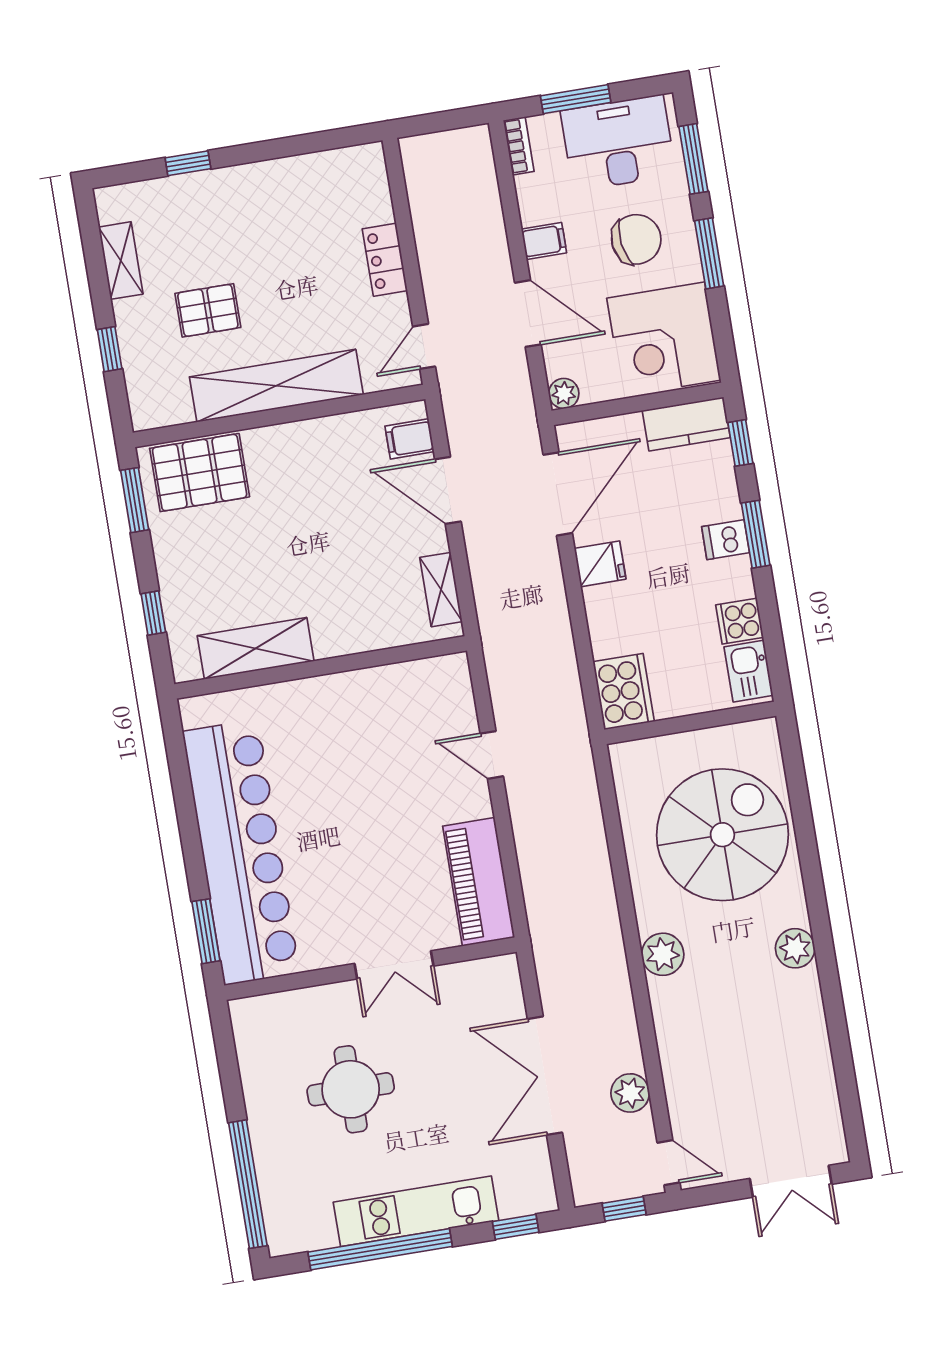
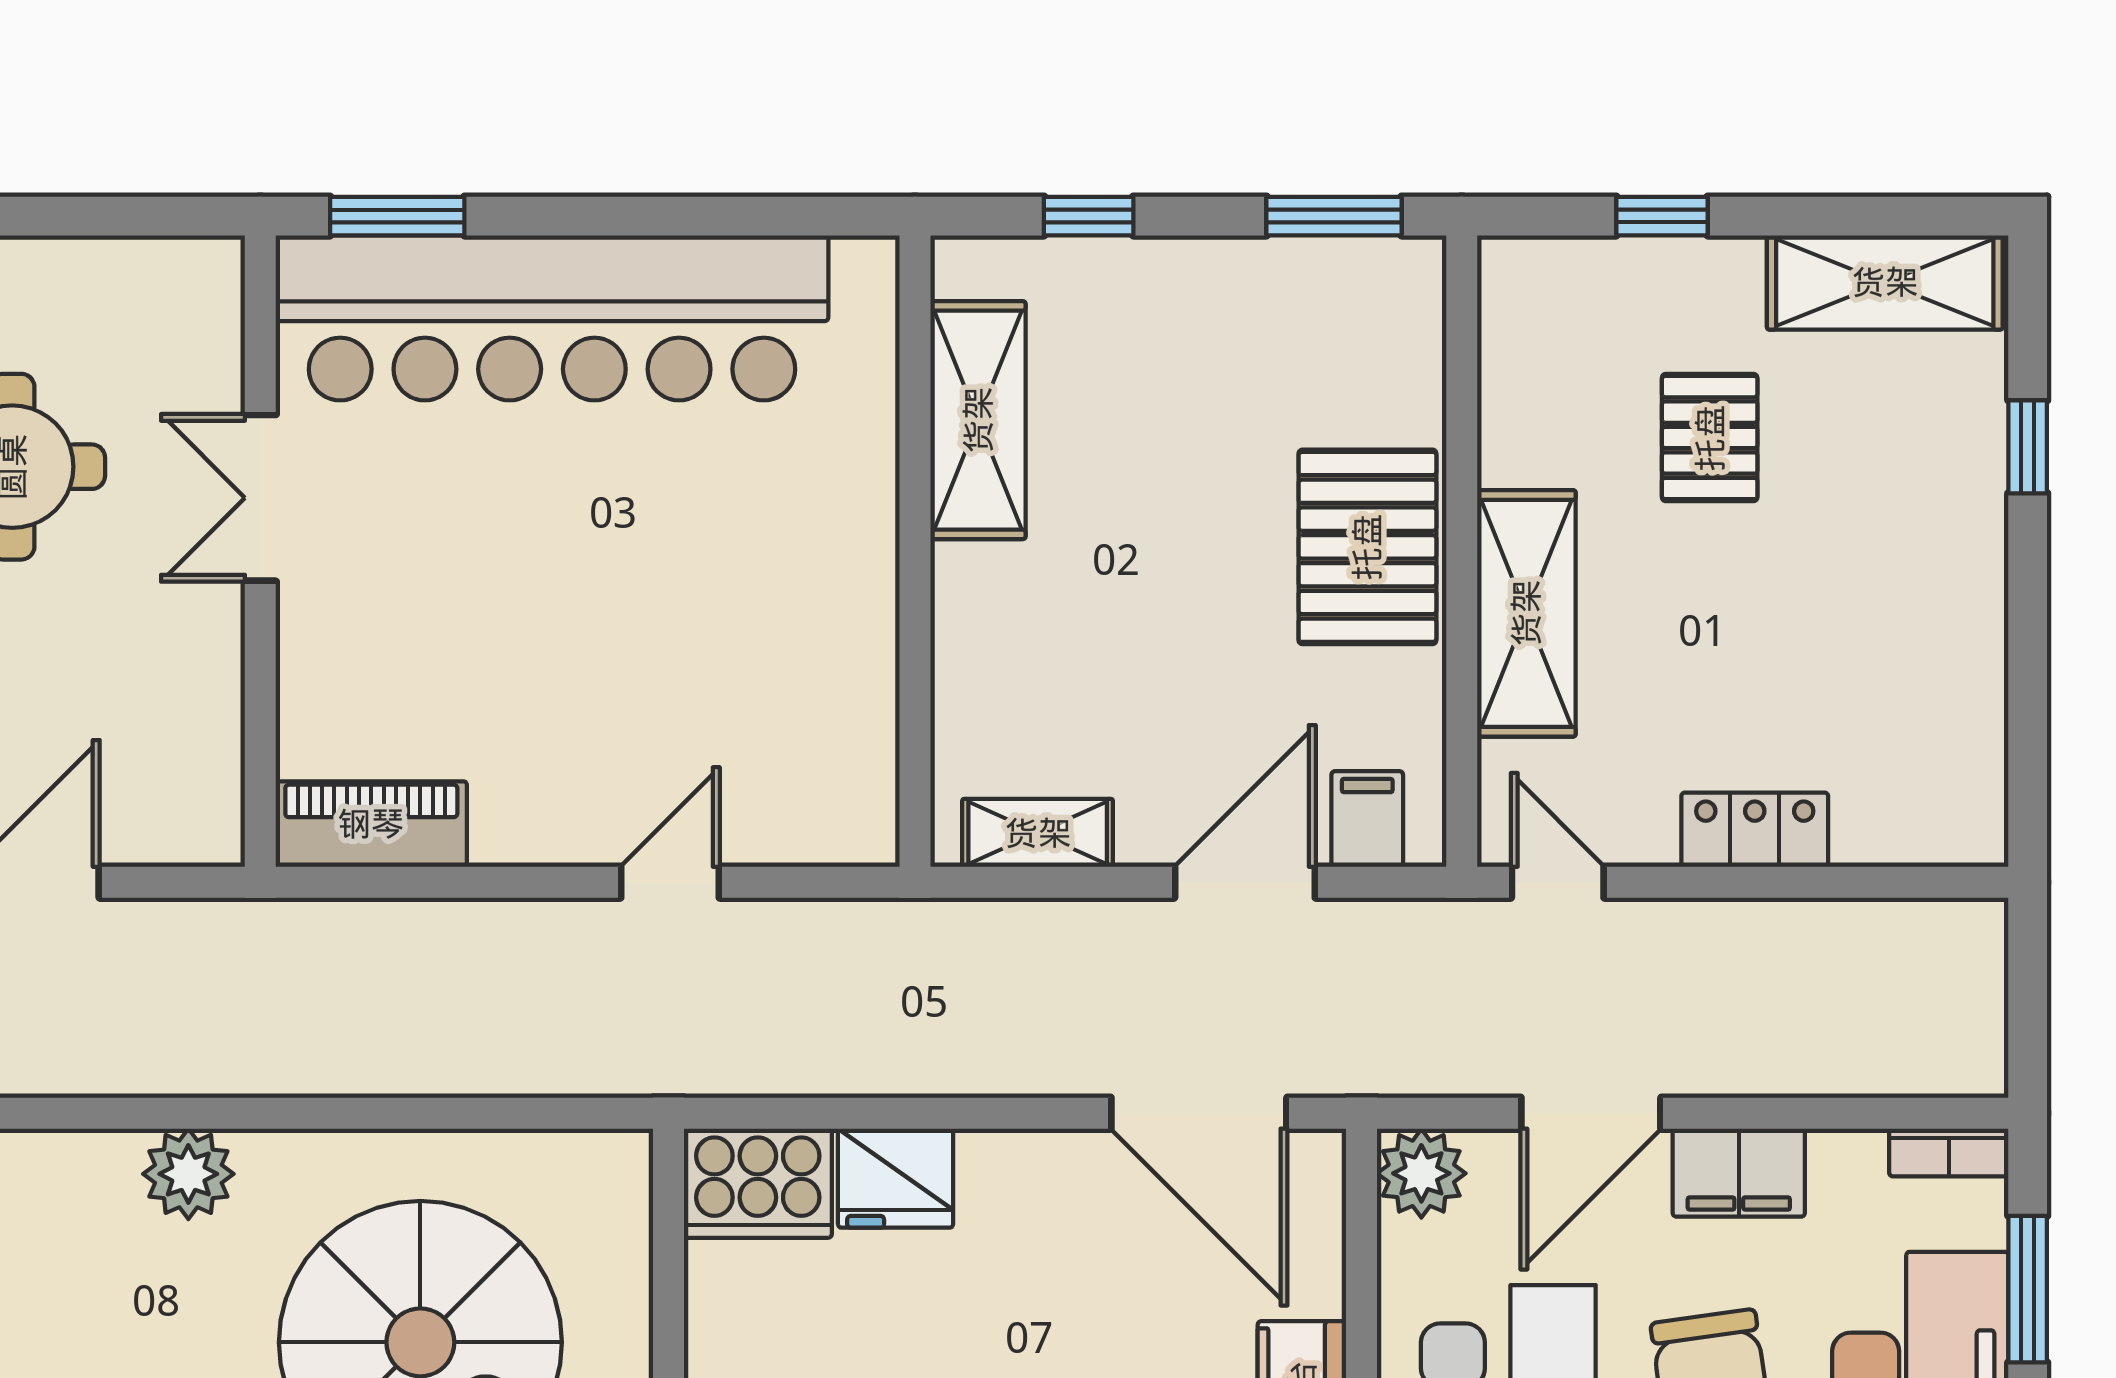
filing cabinet: (544, 241) -> (1739, 1173), width x2.00
shelving: (121, 261) -> (1885, 282), width x1.50, depth x1.33
shelving: (276, 386) -> (1526, 613), width x0.68
plant: (564, 393) -> (1421, 1173), width x1.38, depth x1.38
pallet: (200, 473) -> (1367, 547), moved
fridge: (600, 564) -> (896, 1178), moved, width x1.38
piano: (479, 882) -> (371, 824), width x0.73, depth x0.75
double door: (394, 965) -> (260, 498), moved

